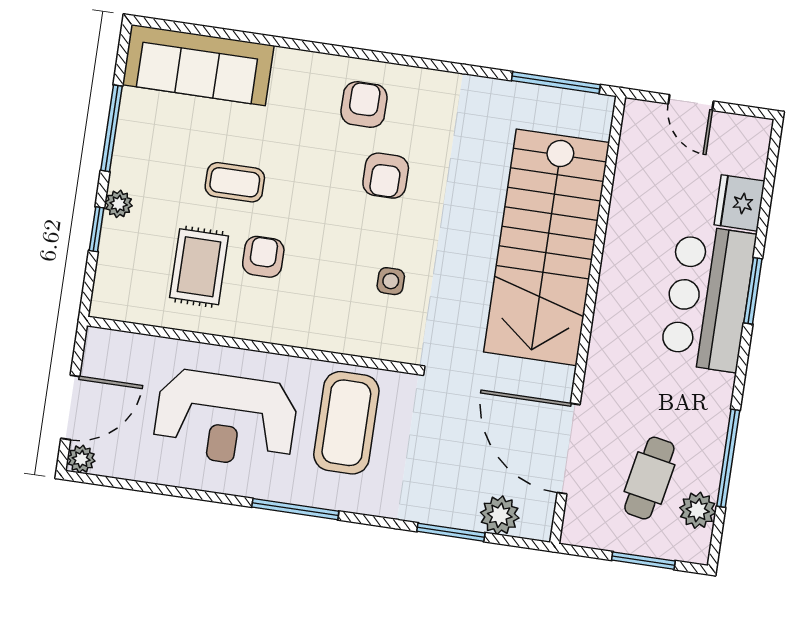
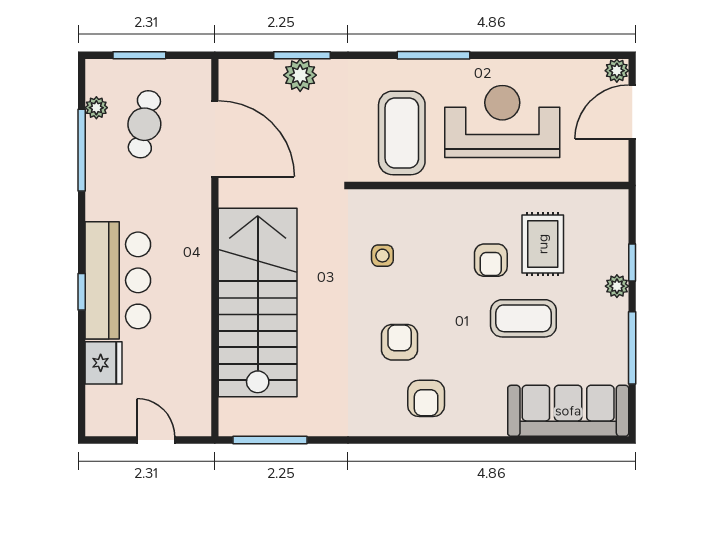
coffee table: (235, 182) -> (523, 318), width x1.36, depth x1.30
window: (753, 291) -> (82, 292), width x0.67
plant: (698, 510) -> (96, 108), width x0.73, depth x0.73
plant: (500, 515) -> (300, 75), moved

